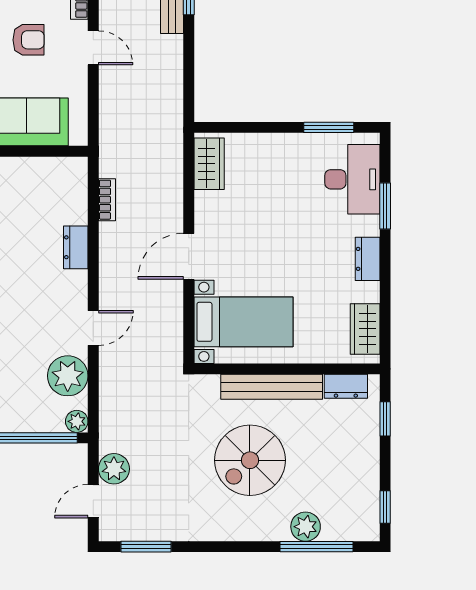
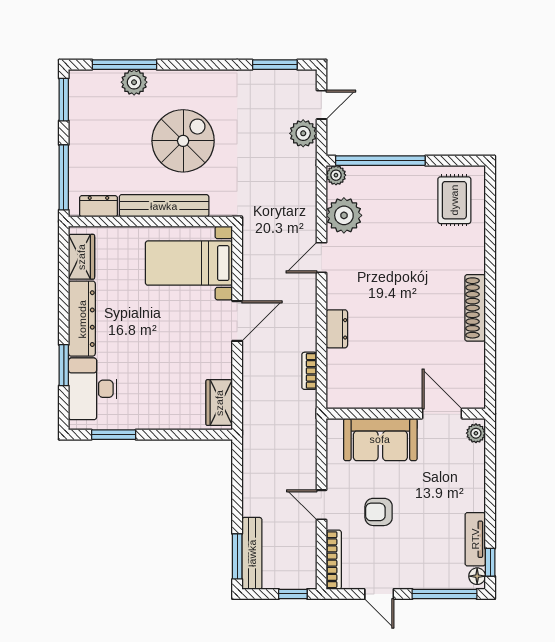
dresser: (368, 259) -> (82, 319), width x1.96, depth x1.24
window: (385, 419) -> (64, 177), width x2.17
window: (385, 507) -> (64, 100), width x1.50

